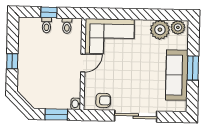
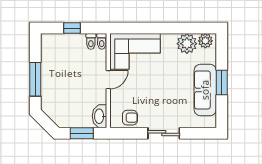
toilet: (46, 25) -> (102, 41), moved
window: (12, 61) -> (35, 79), width x2.17
washbasin: (76, 104) -> (100, 116), width x1.91, depth x1.45
sliding door: (136, 116) -> (164, 133), width x0.73

